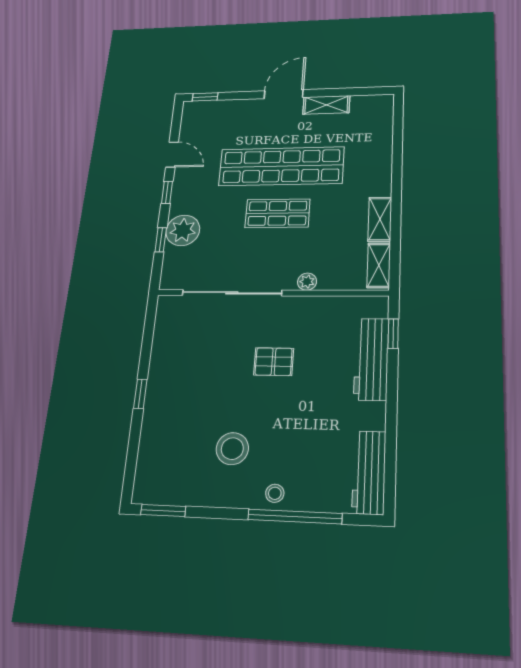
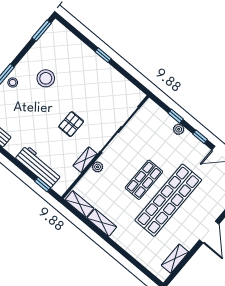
shelving: (326, 105) -> (175, 259), moved
plant: (183, 230) -> (179, 129), width x0.53, depth x0.53
shelving: (310, 305) -> (85, 160), added

